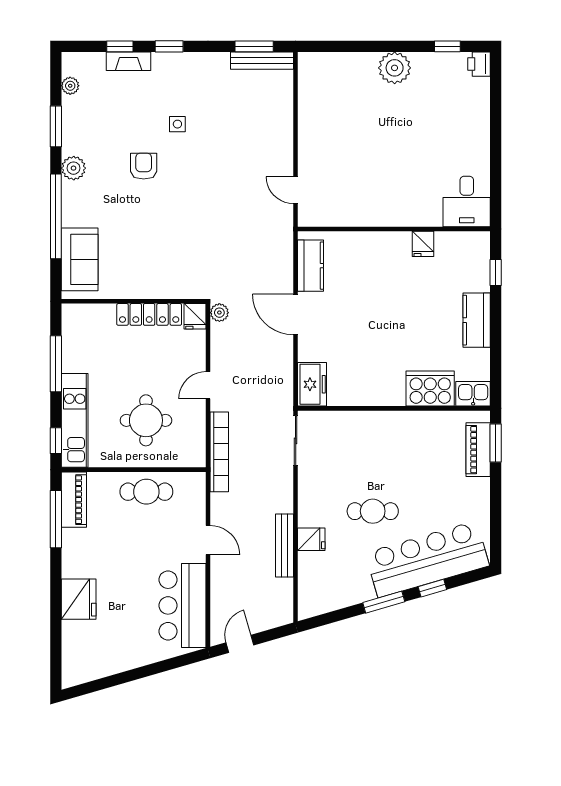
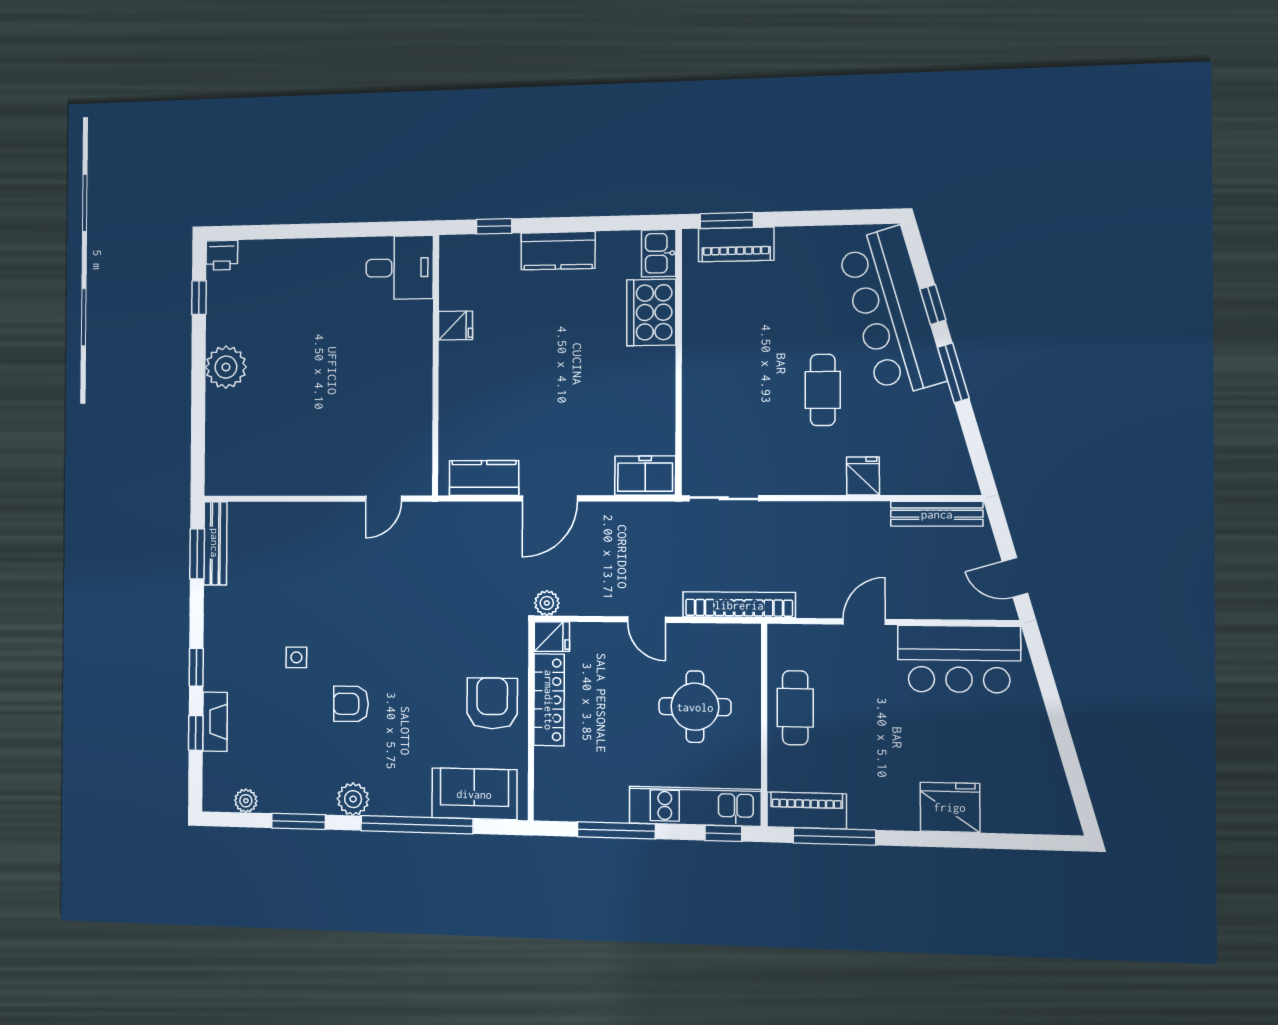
armchair: (146, 272) -> (492, 703), added
bench: (284, 546) -> (937, 514), moved

